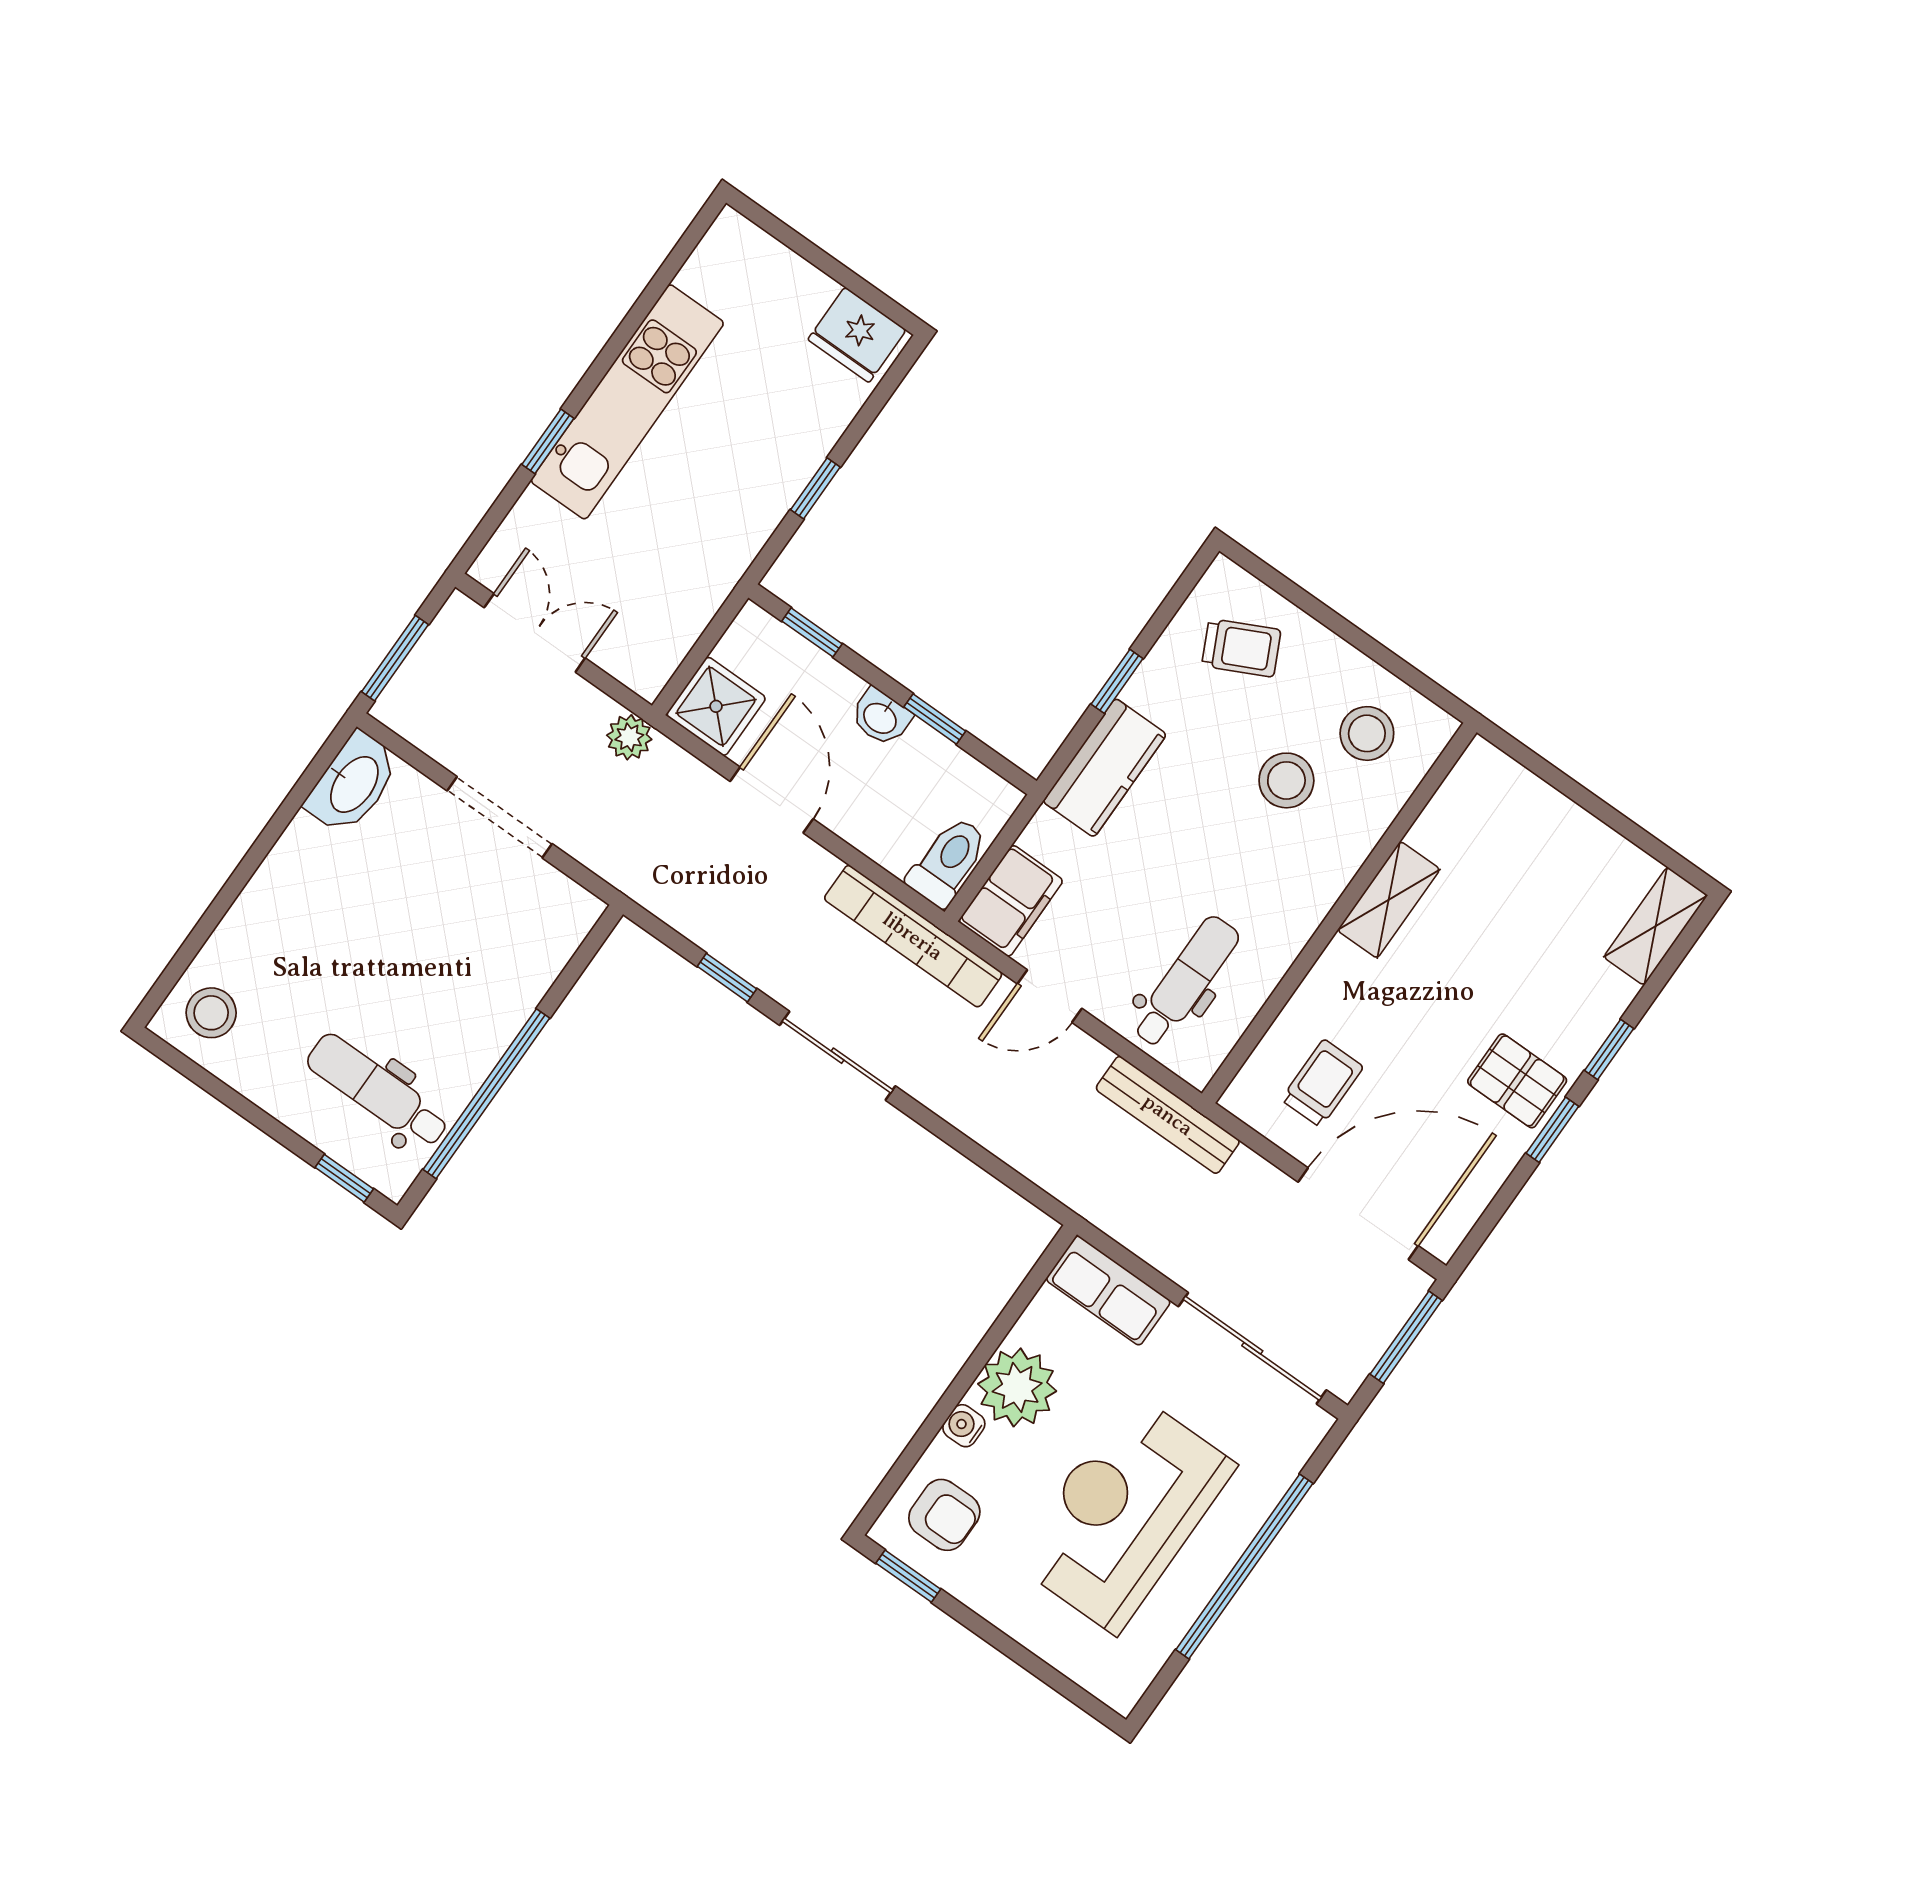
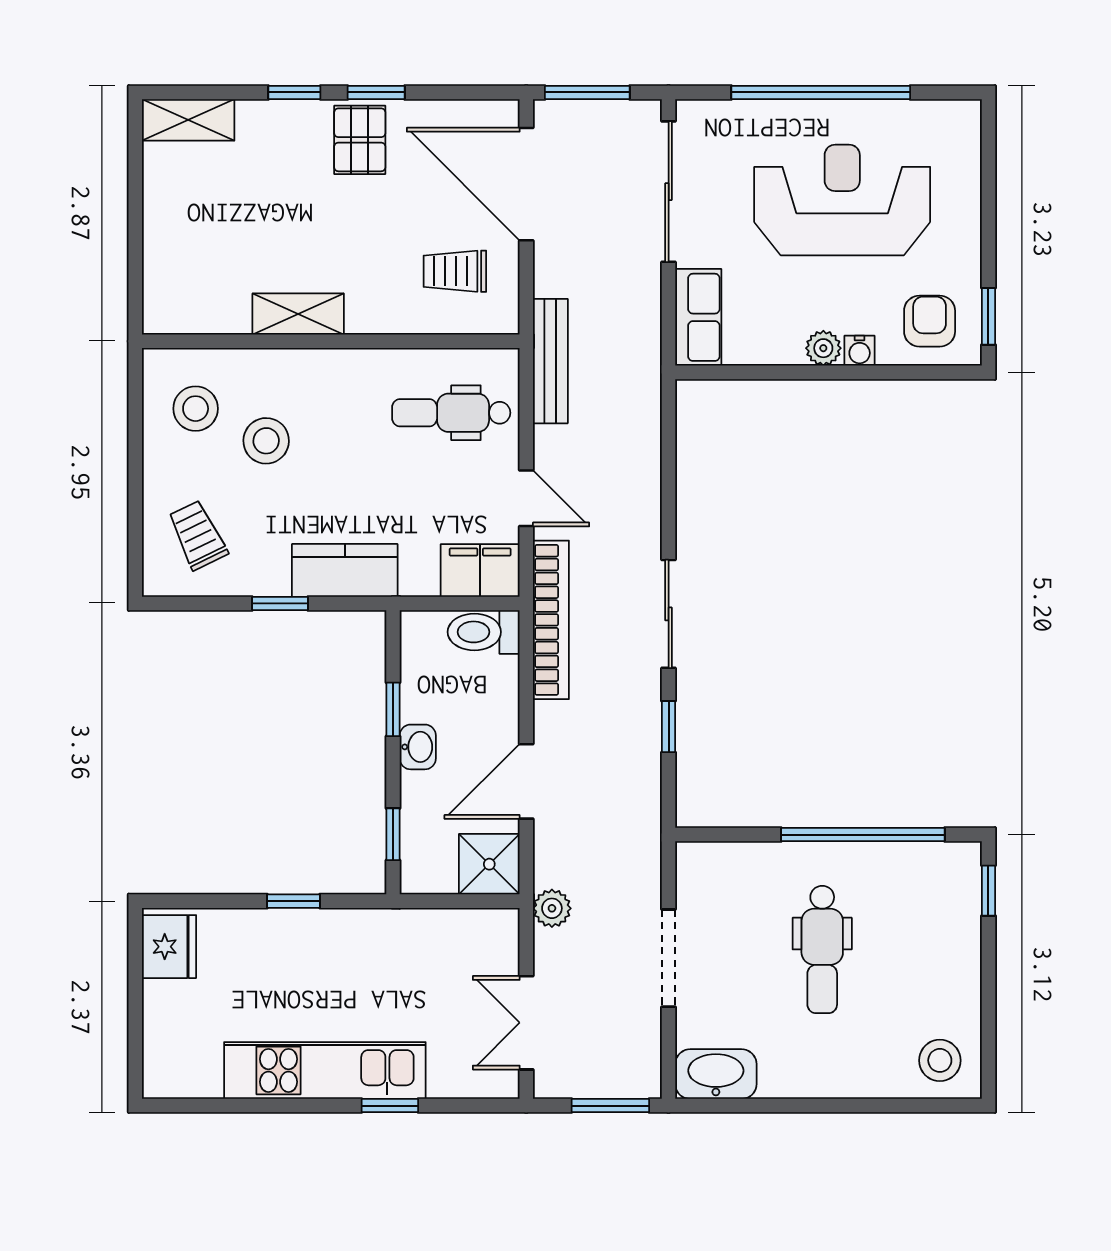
dental chair: (378, 1091) -> (822, 949), moved
plant: (1017, 1387) -> (823, 348), width x0.53, depth x0.53
reception desk: (1124, 1513) -> (842, 200), turned 180

